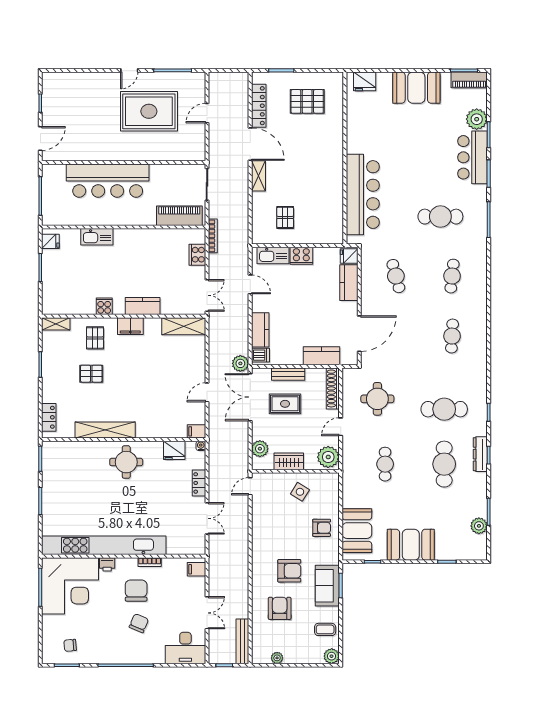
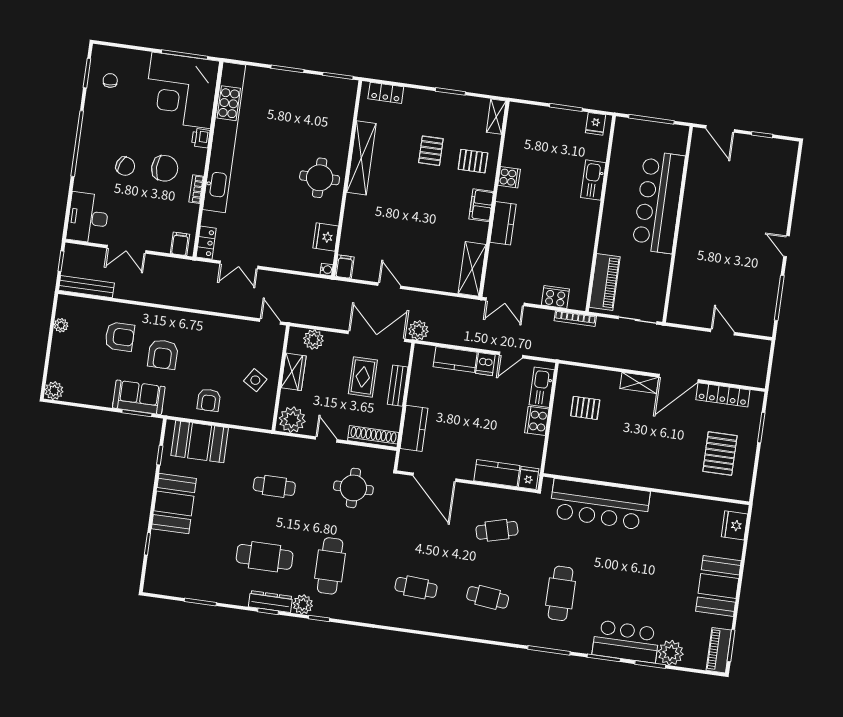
rug: (149, 111) -> (734, 263), removed
dishwasher: (260, 355) -> (485, 364), moved
locker: (199, 483) -> (206, 243), moved, turned 90
plant: (479, 526) -> (303, 604), moved
coffee table: (325, 629) -> (87, 387), removed

